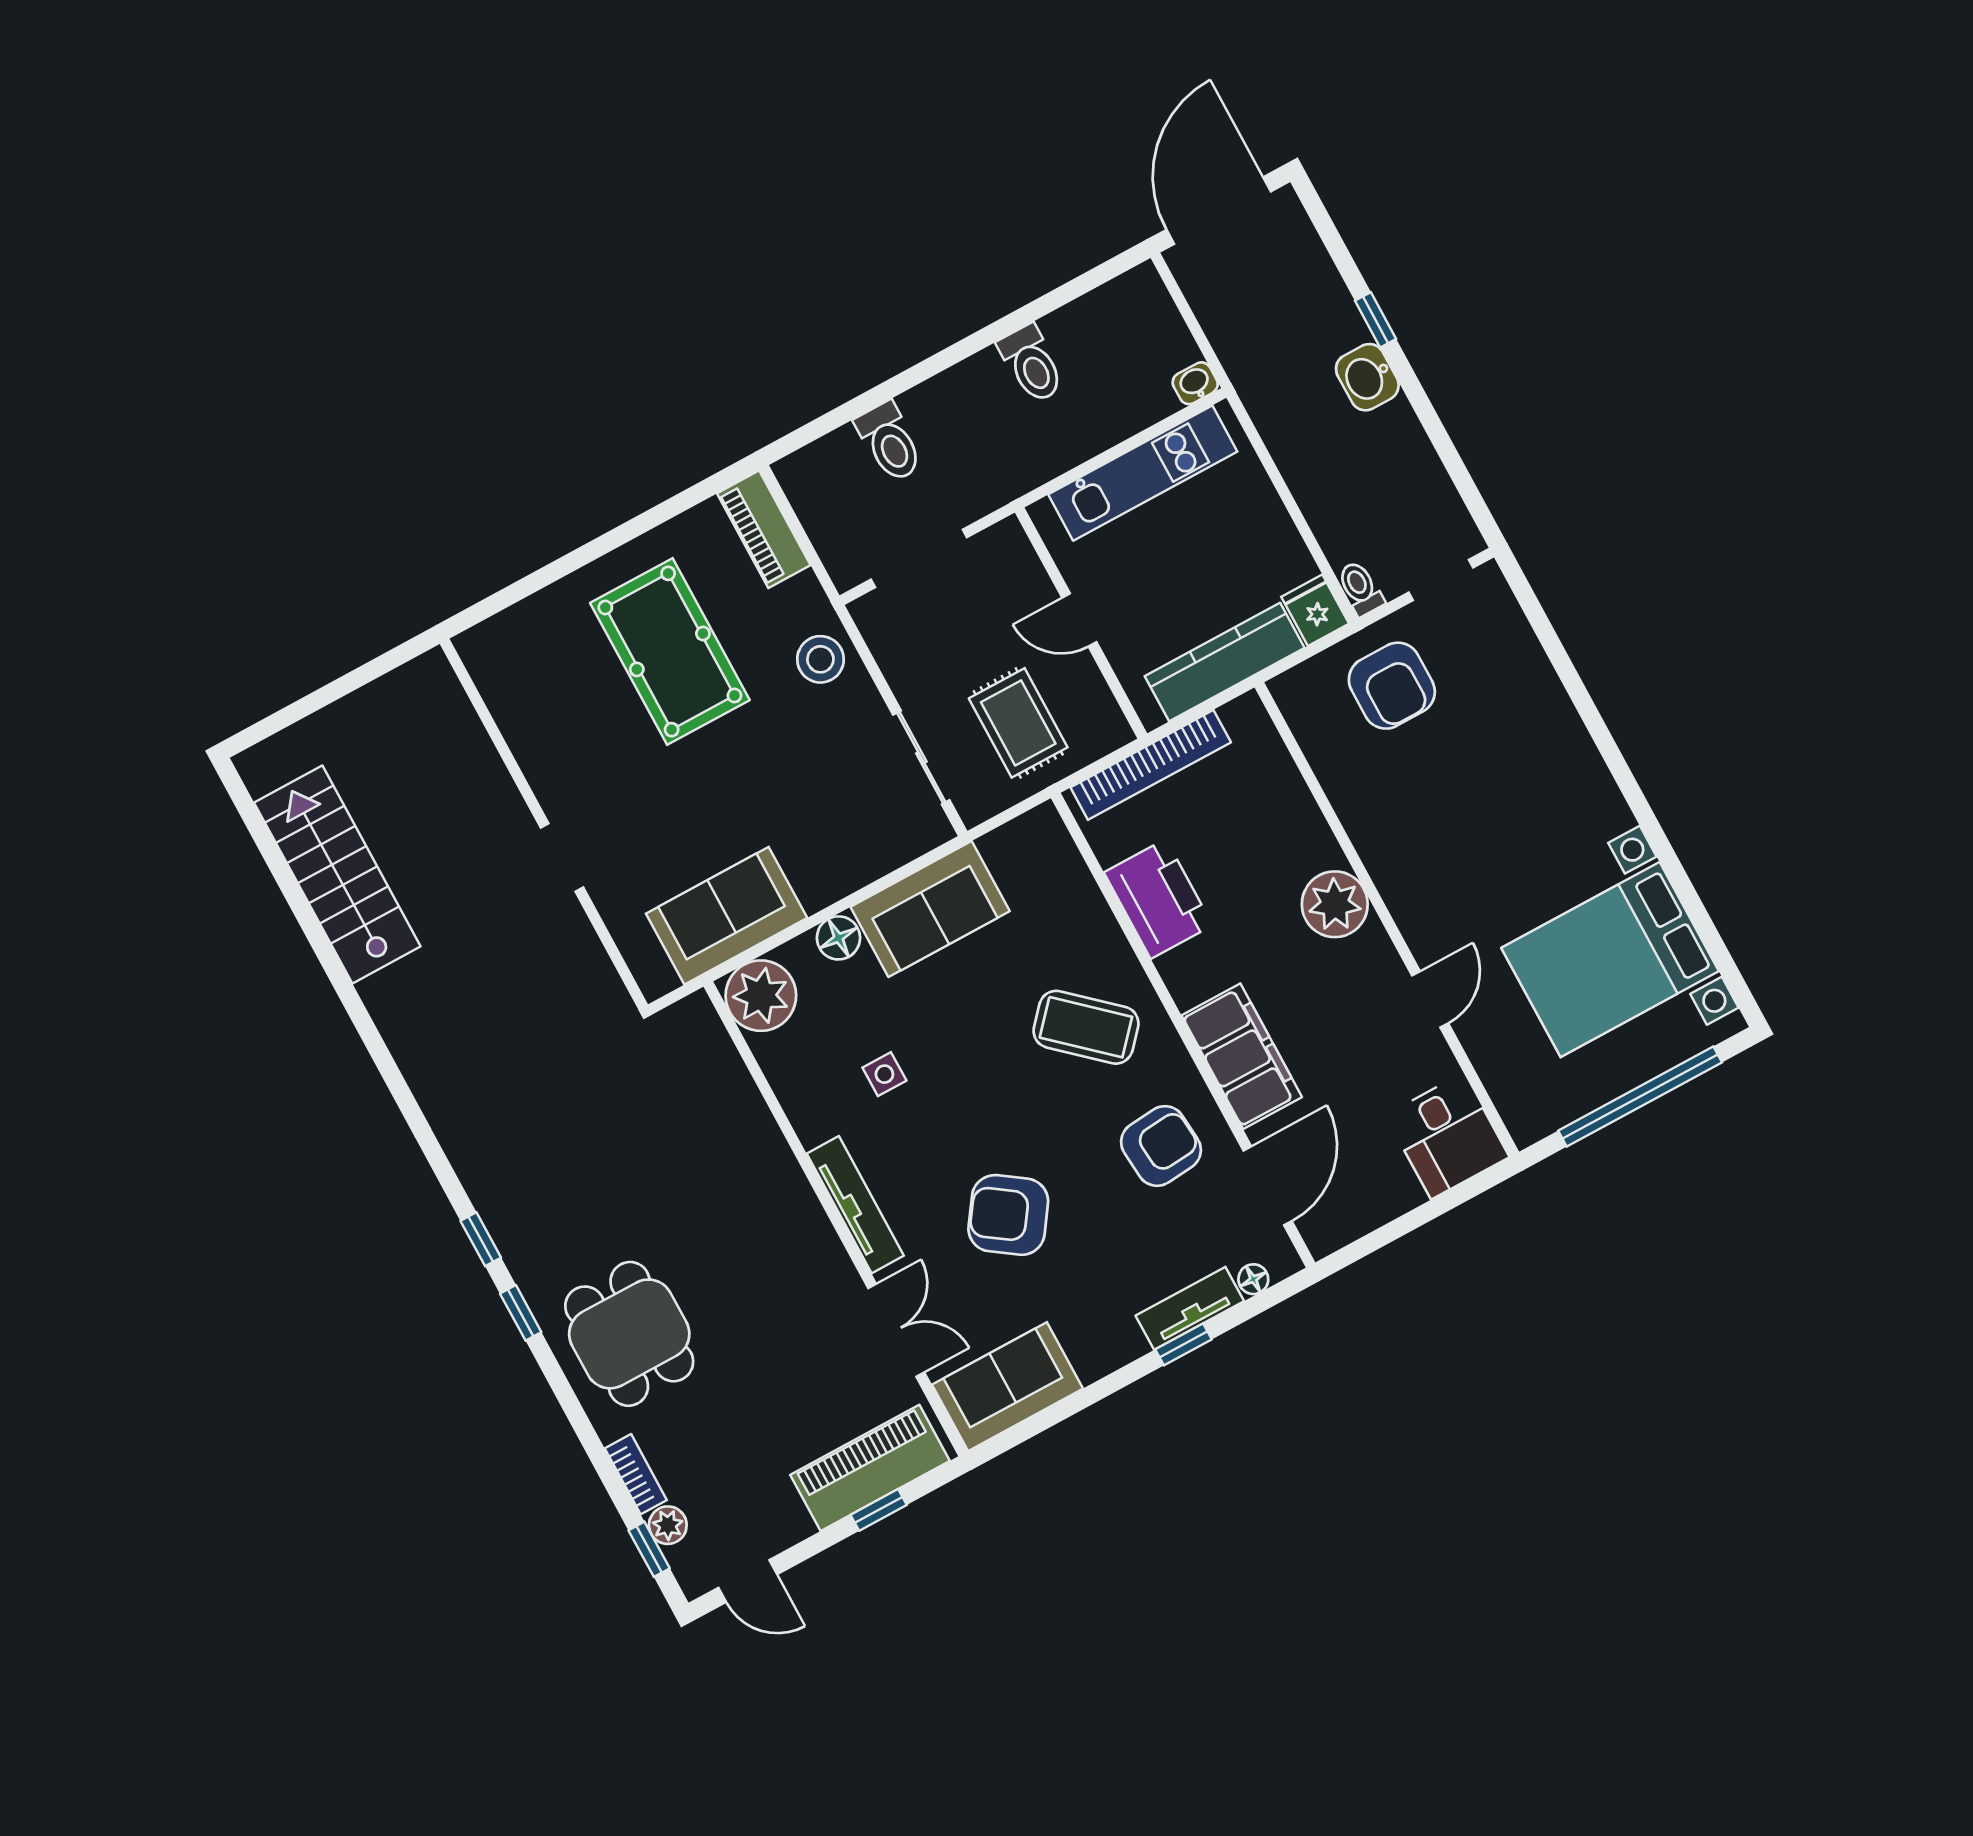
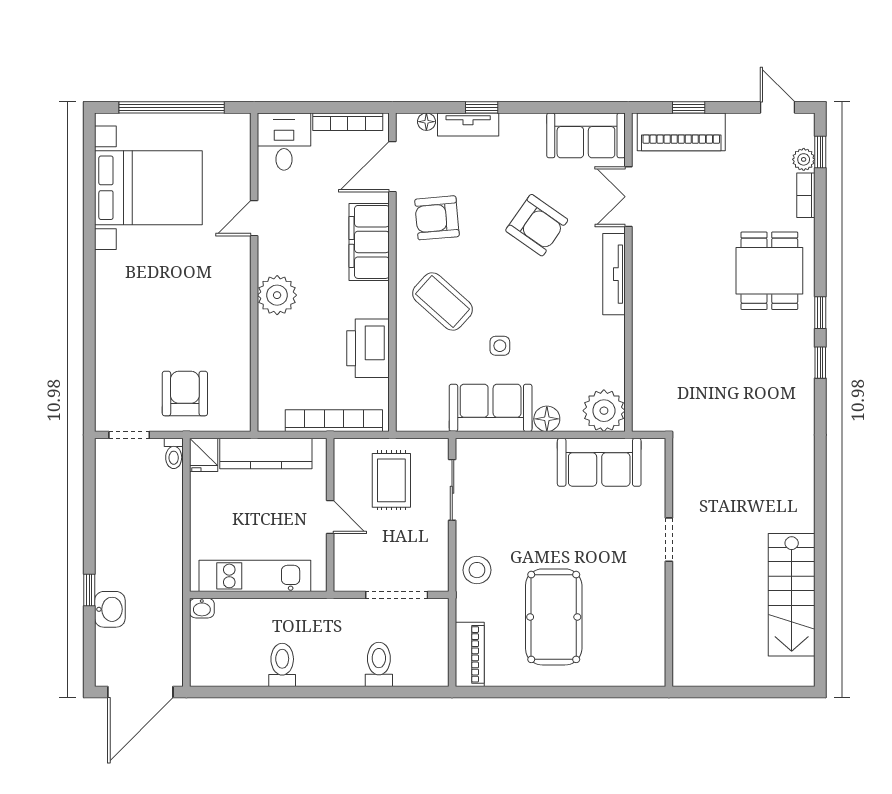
washbasin: (1367, 377) -> (110, 609), moved
side table: (884, 1074) -> (500, 346), moved
bookcase: (1369, 1216) -> (348, 122), added

